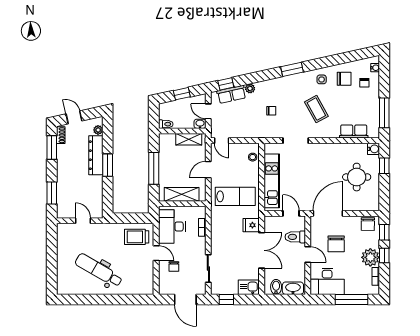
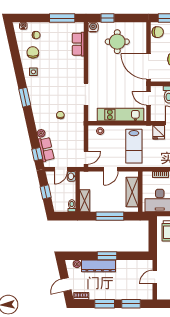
coffee table: (316, 109) -> (59, 76), removed
shelving: (189, 139) -> (85, 201), moved
window: (52, 148) -> (105, 304), moved
door: (208, 170) -> (111, 169), hinge flipped
lab bench: (235, 196) -> (134, 146), turned 180
door: (291, 213) -> (149, 98), hinge flipped

